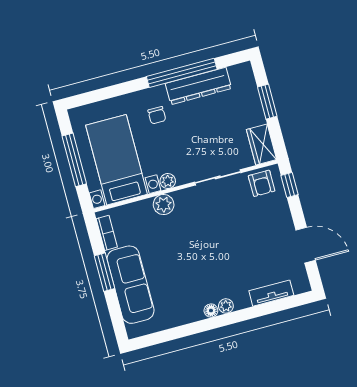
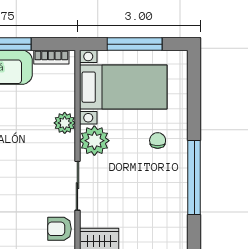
dresser: (198, 86) -> (176, 191), removed
chair: (157, 115) -> (158, 140), turned 90
plant: (168, 181) -> (94, 141), width x1.87, depth x1.87

